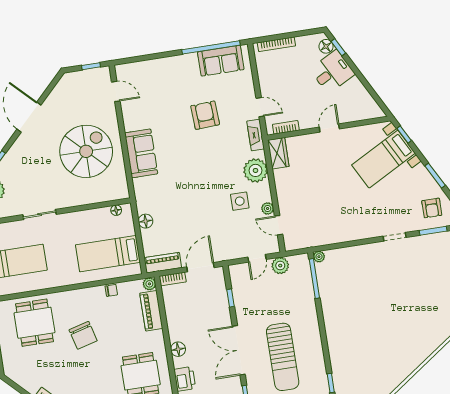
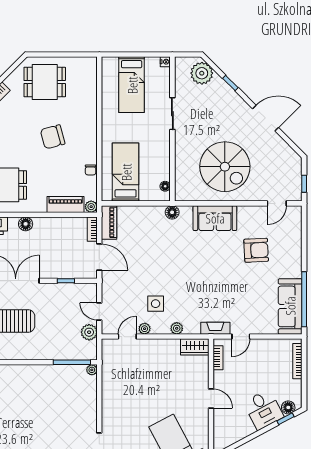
sofa: (221, 61) -> (290, 306), width x1.36
armchair: (205, 115) -> (256, 250), moved
plant: (255, 170) -> (177, 328), width x0.53, depth x0.53
floor lamp: (146, 221) -> (172, 212), moved
dining table: (34, 323) -> (45, 82), moved

